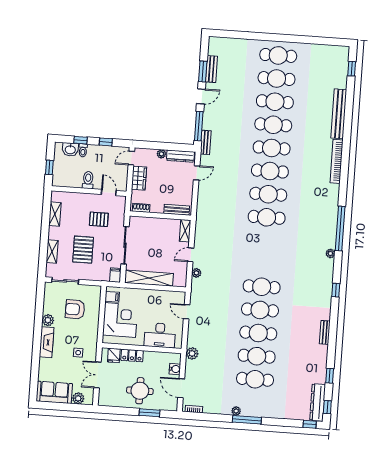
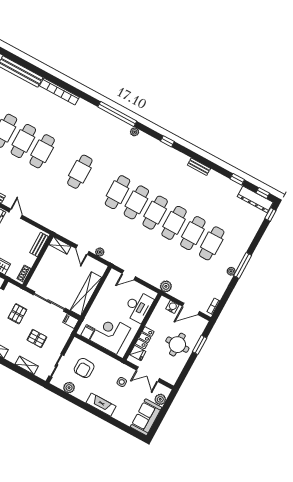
cafe table: (268, 194) -> (118, 192), moved
pallet: (83, 250) -> (37, 338), width x0.67, depth x0.71
plant: (48, 320) -> (69, 388), moved

